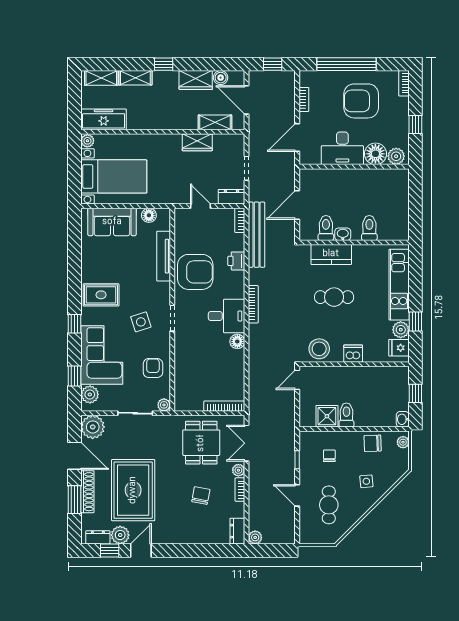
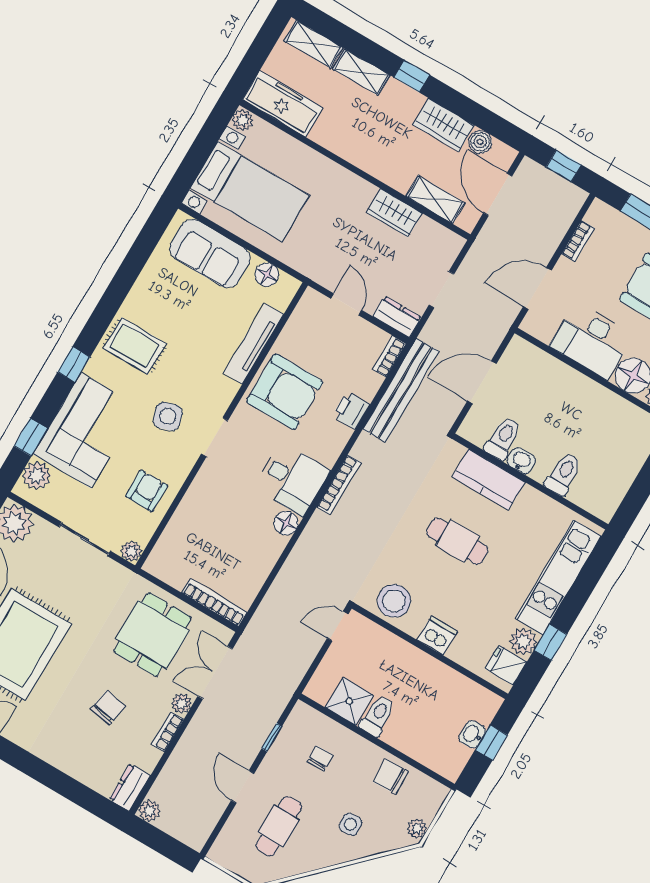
washbasin: (403, 419) -> (472, 734), moved
plant: (403, 442) -> (417, 829), moved

